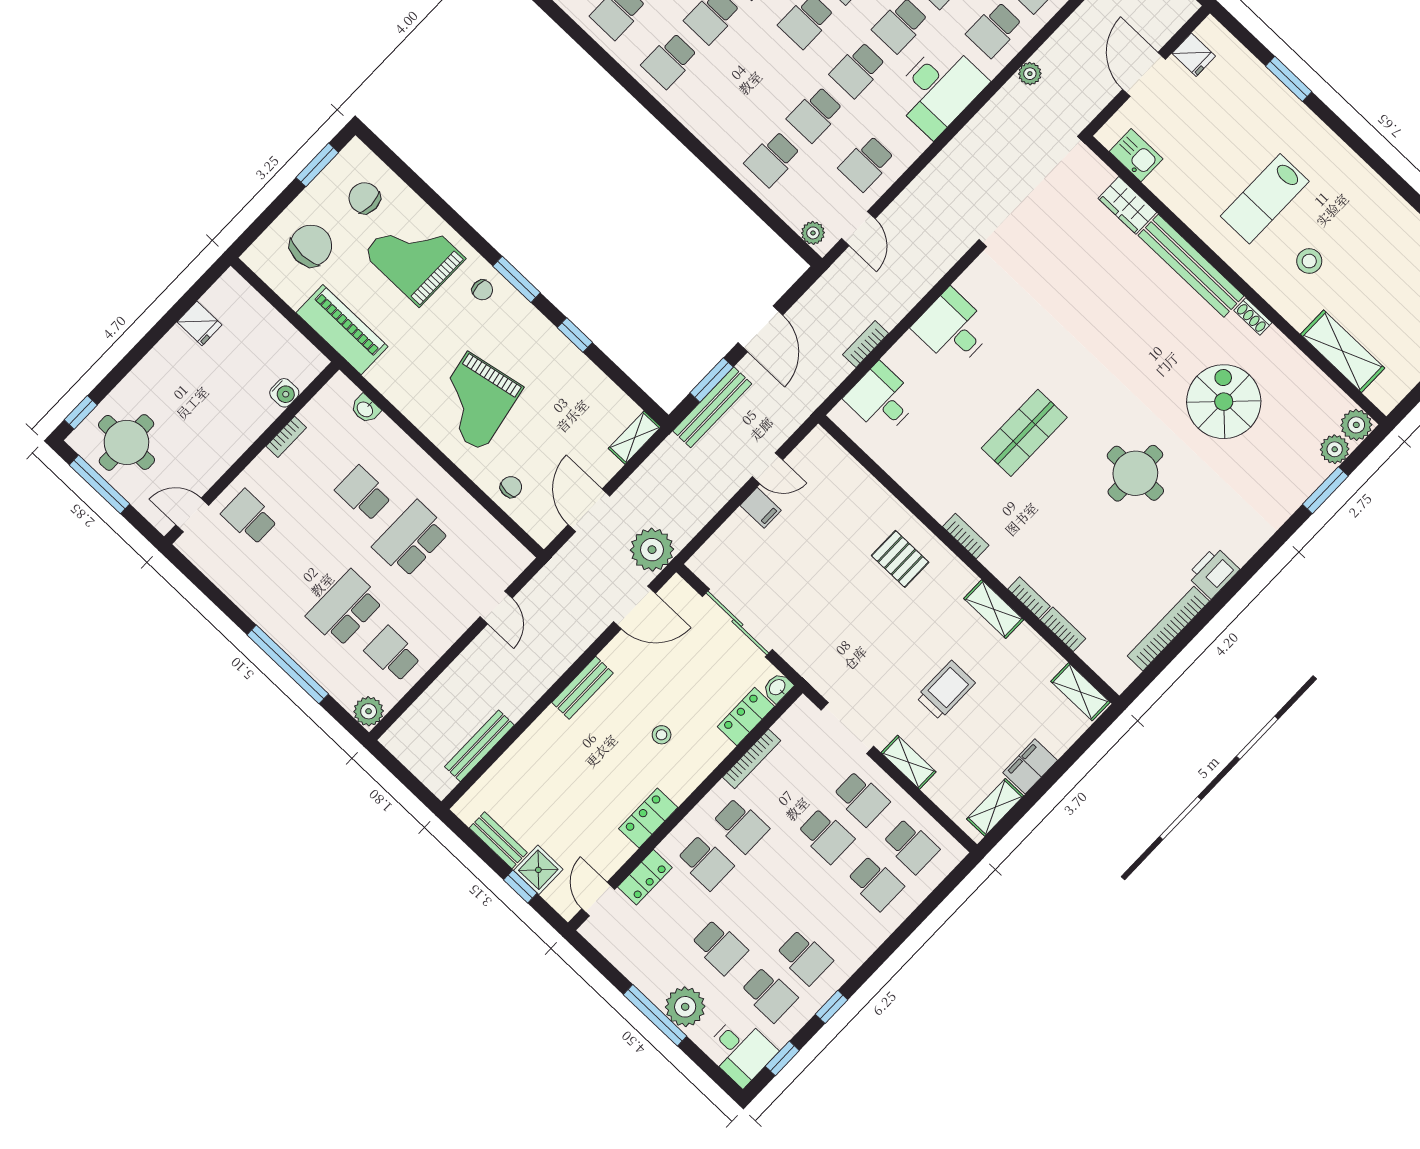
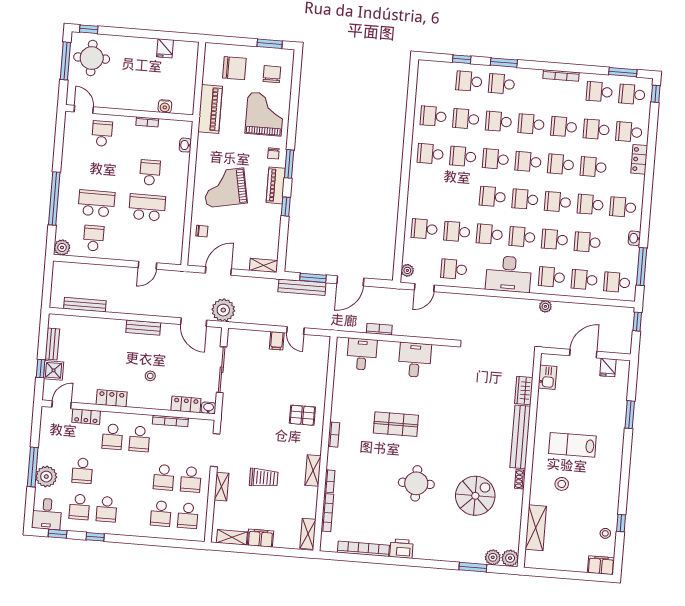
piano: (532, 325) -> (276, 185), added
pallet: (900, 559) -> (302, 415), turned 90
bookcase: (1063, 629) -> (327, 513), width x1.56

